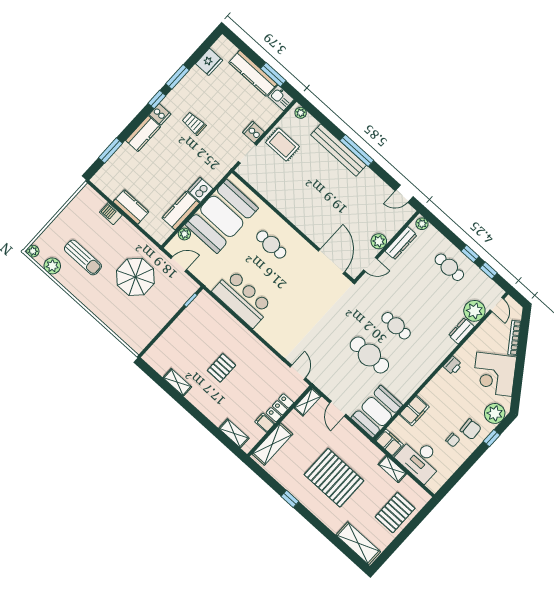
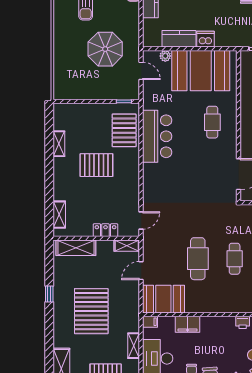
pallet: (214, 321) -> (124, 130), added
pallet: (221, 368) -> (96, 165), width x1.50, depth x1.42
filing cabinet: (265, 423) -> (86, 229), removed
filing cabinet: (389, 443) -> (150, 322), width x0.50

